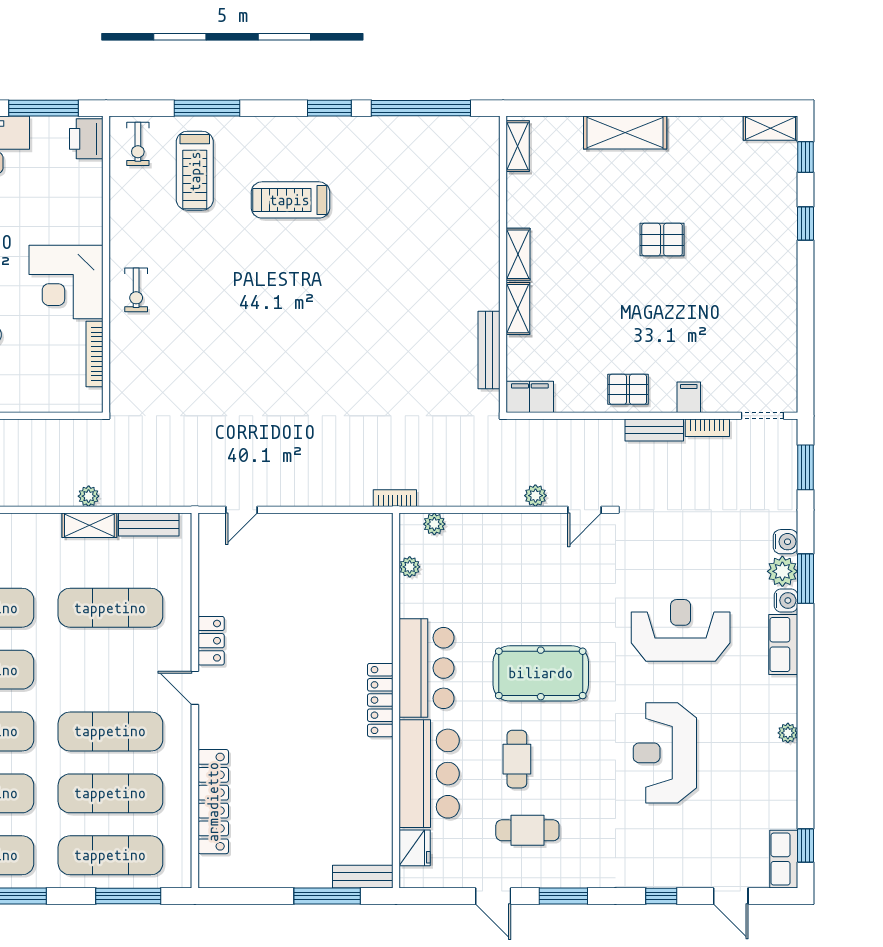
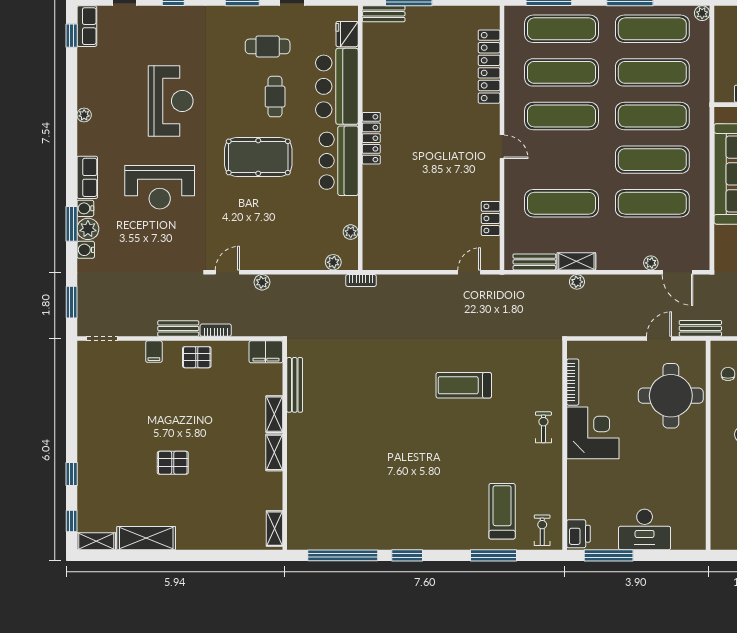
shelving: (625, 133) -> (146, 538), moved
treadmill: (290, 200) -> (464, 385), moved, turned 180
bookcase: (707, 428) -> (216, 330), moved
locker: (211, 641) -> (491, 218), moved

